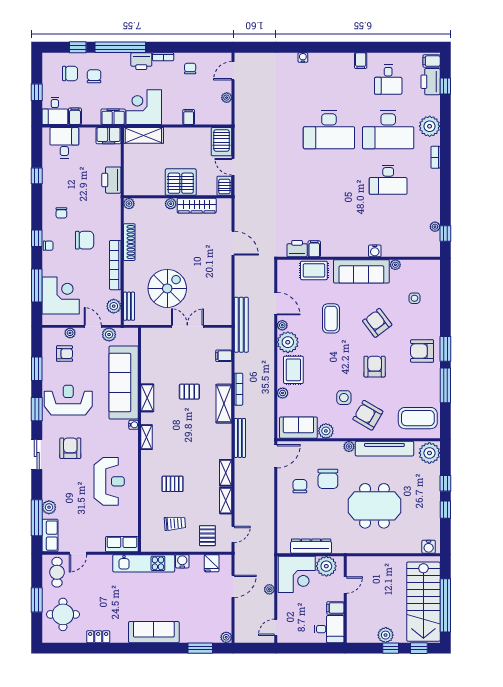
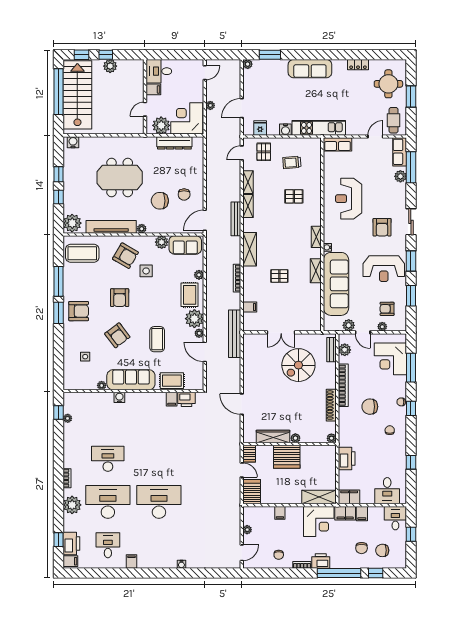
filing cabinet: (75, 116) -> (362, 514), moved
shelving: (224, 404) -> (250, 249), moved
bench: (240, 438) -> (236, 219), moved
chair: (328, 479) -> (160, 201), turned -90

